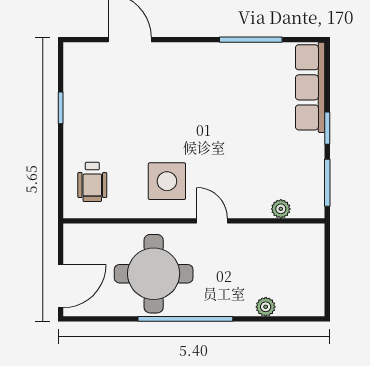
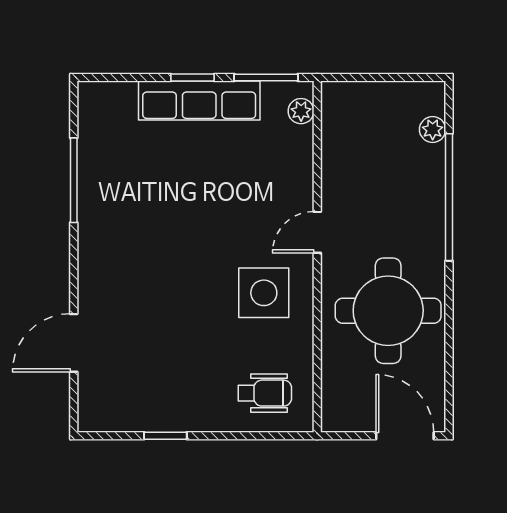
row of seats: (310, 87) -> (199, 100), moved
plant: (281, 209) -> (301, 111), moved
plant: (266, 307) -> (433, 130), moved
window: (185, 319) -> (449, 197), moved

